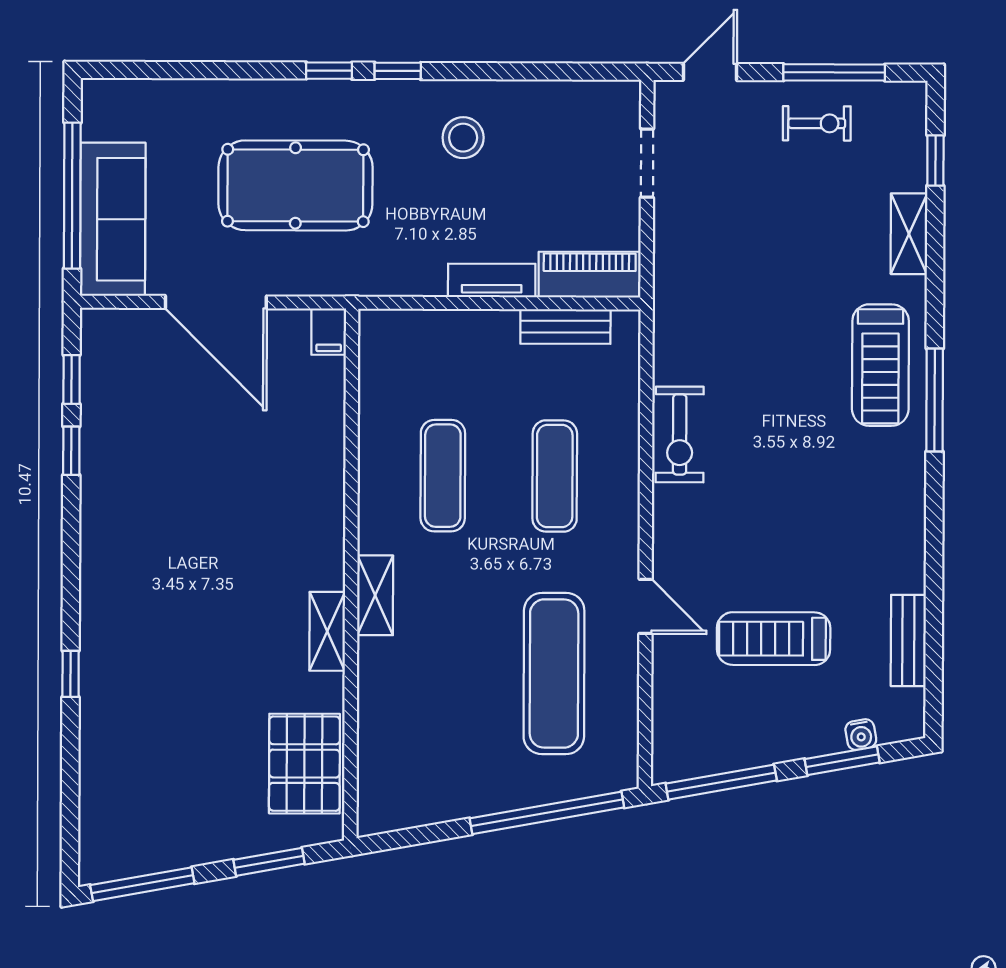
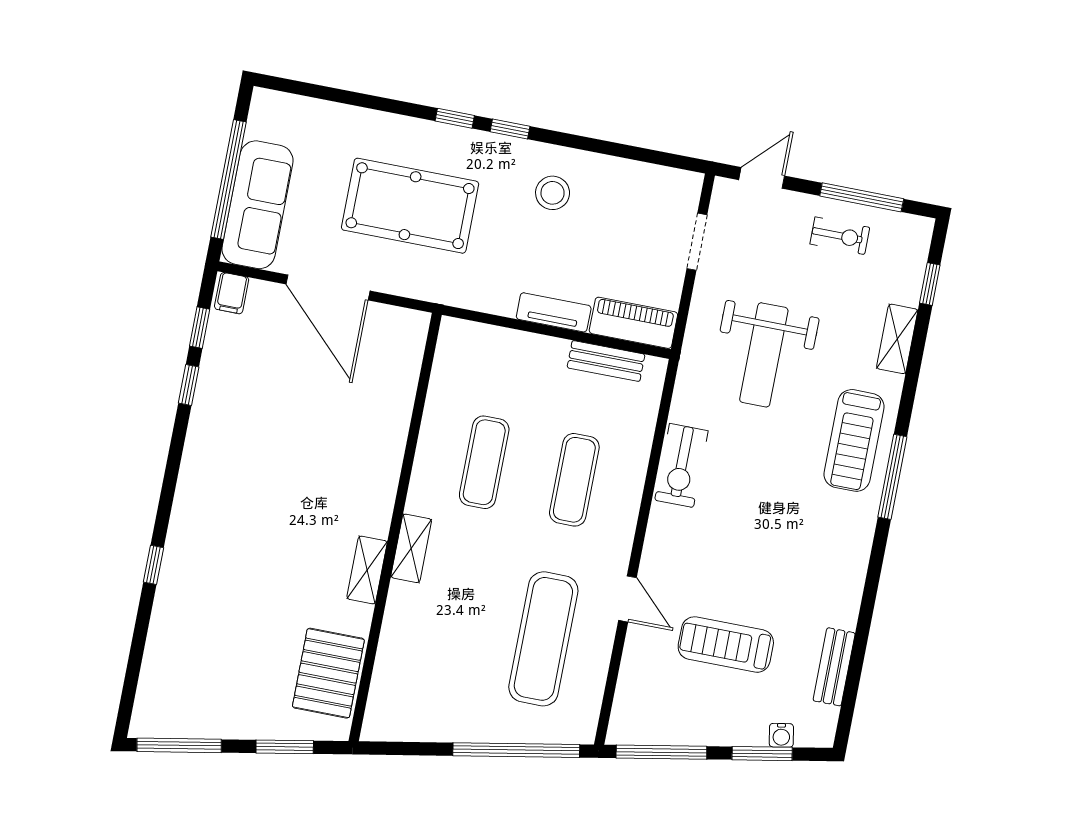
weight bench: (753, 283) -> (764, 355), added
filing cabinet: (329, 332) -> (232, 293), moved

